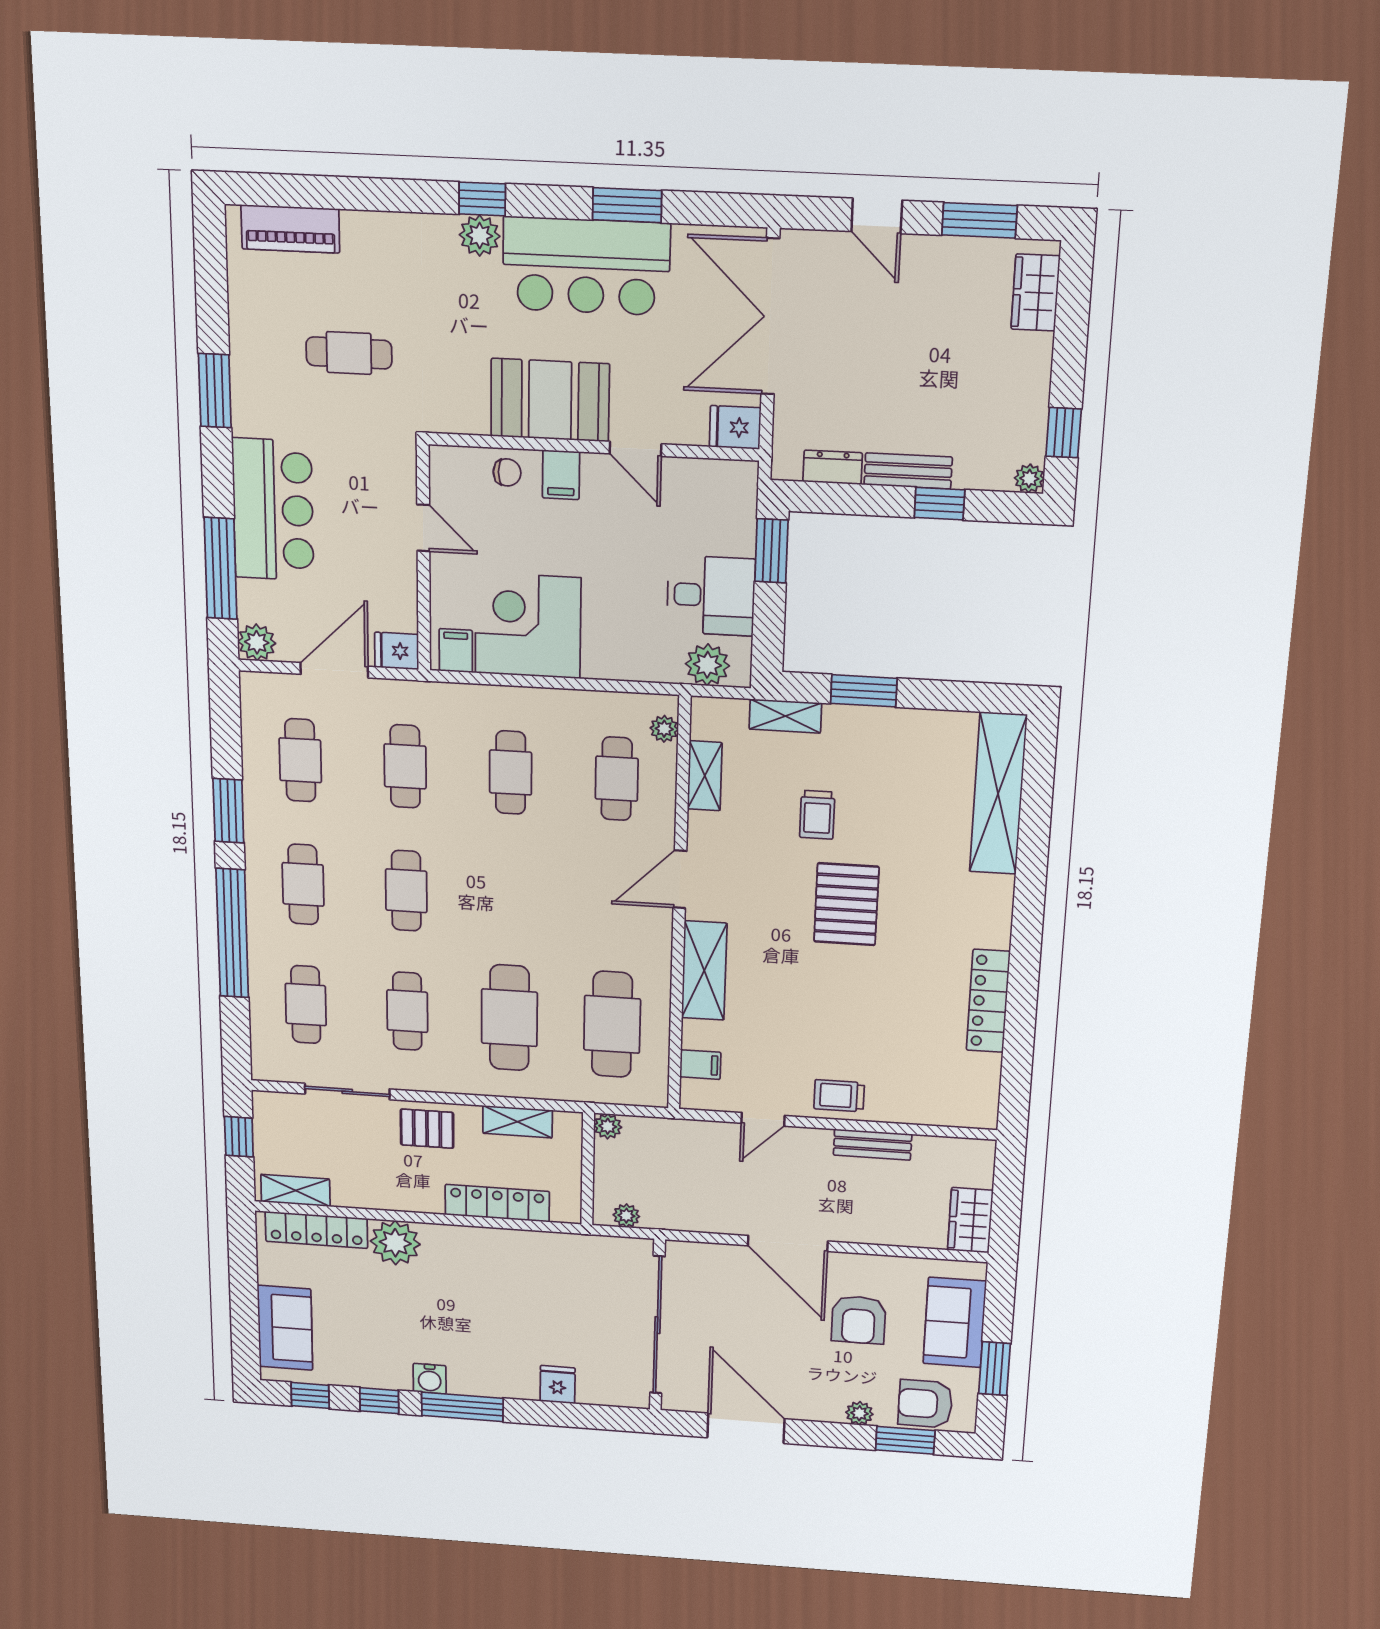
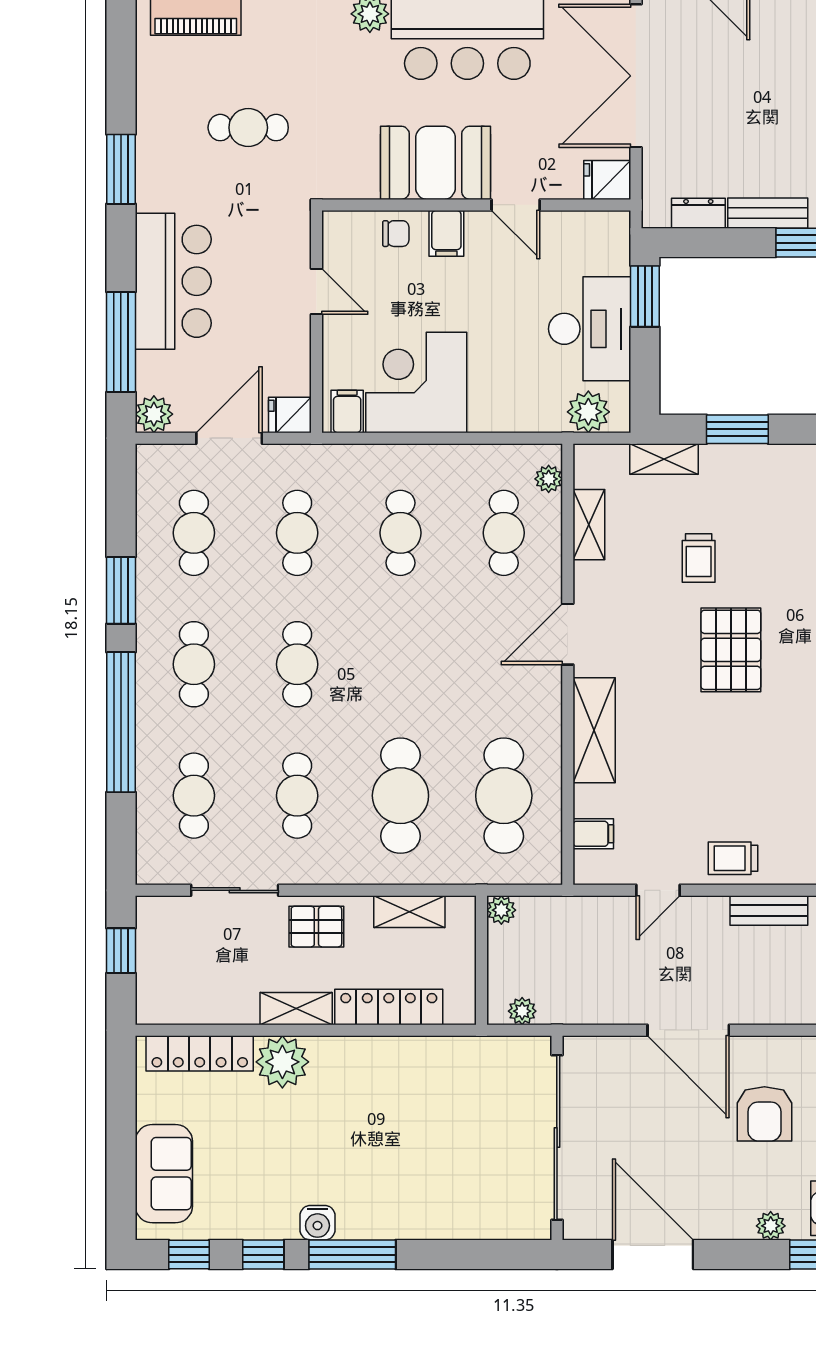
desk: (711, 596) -> (590, 329), width x1.37
shelving: (295, 1190) -> (296, 1009), moved
fridge: (557, 1385) -> (453, 1218), removed

